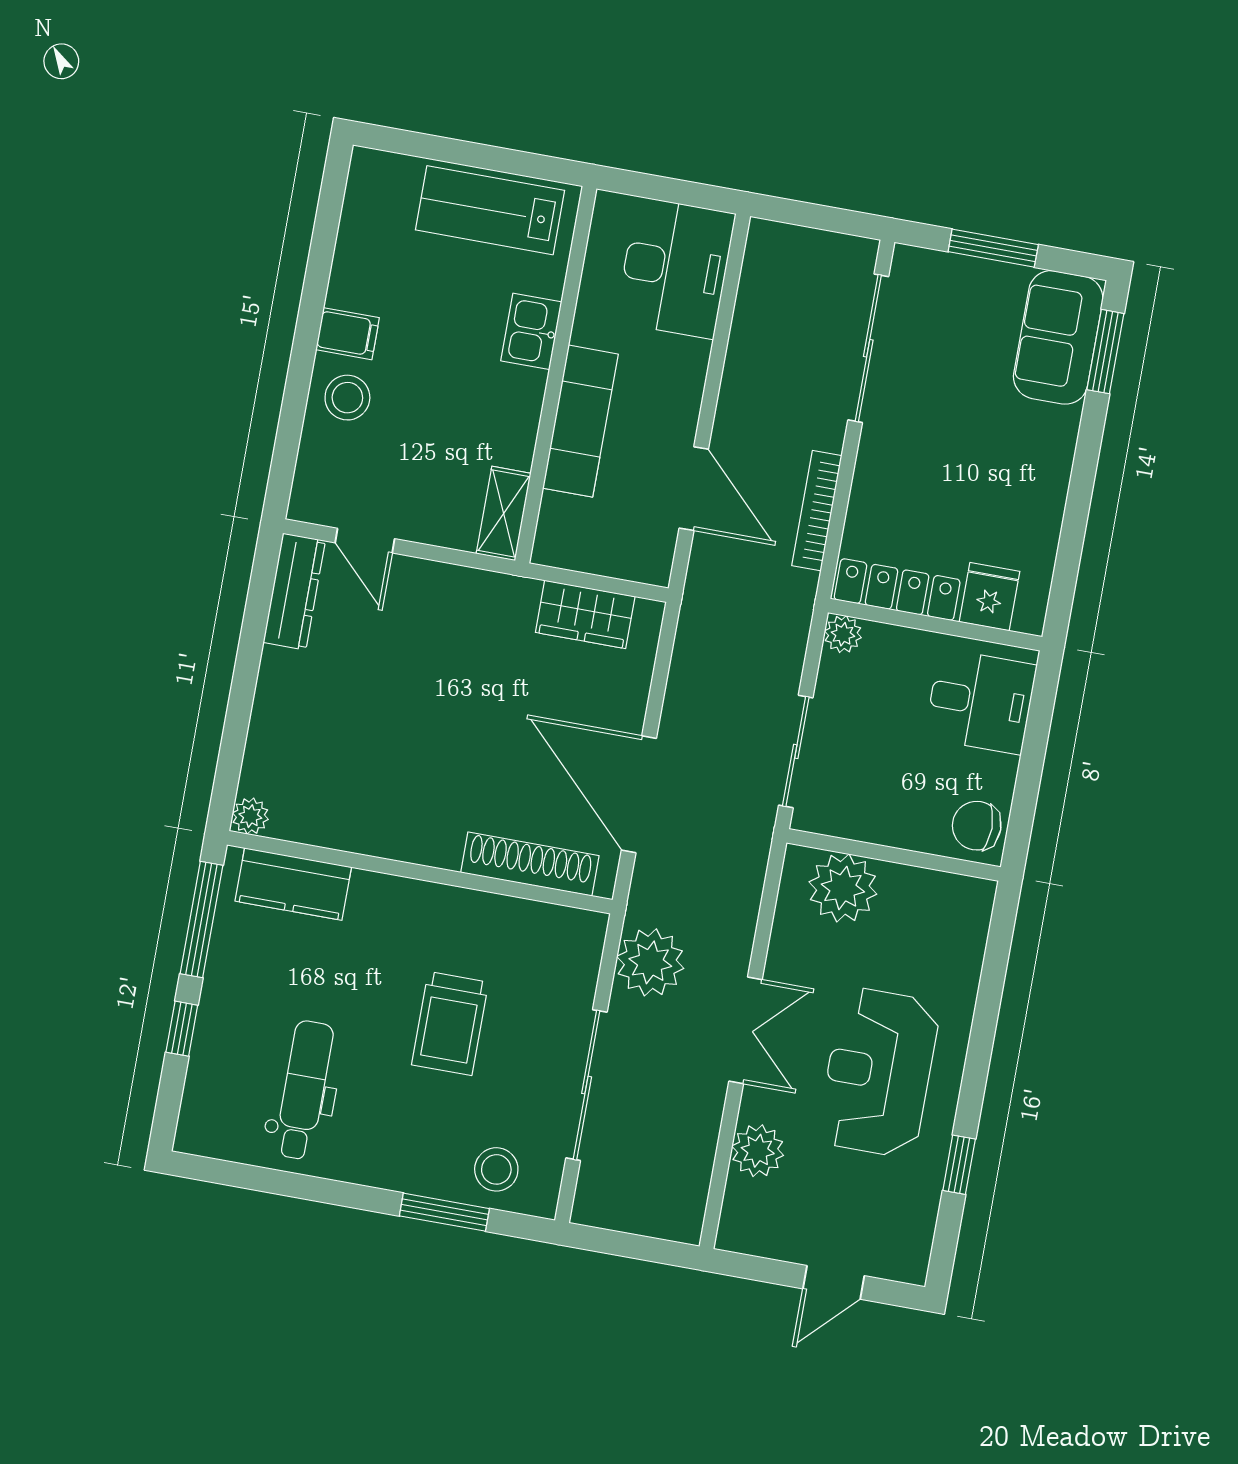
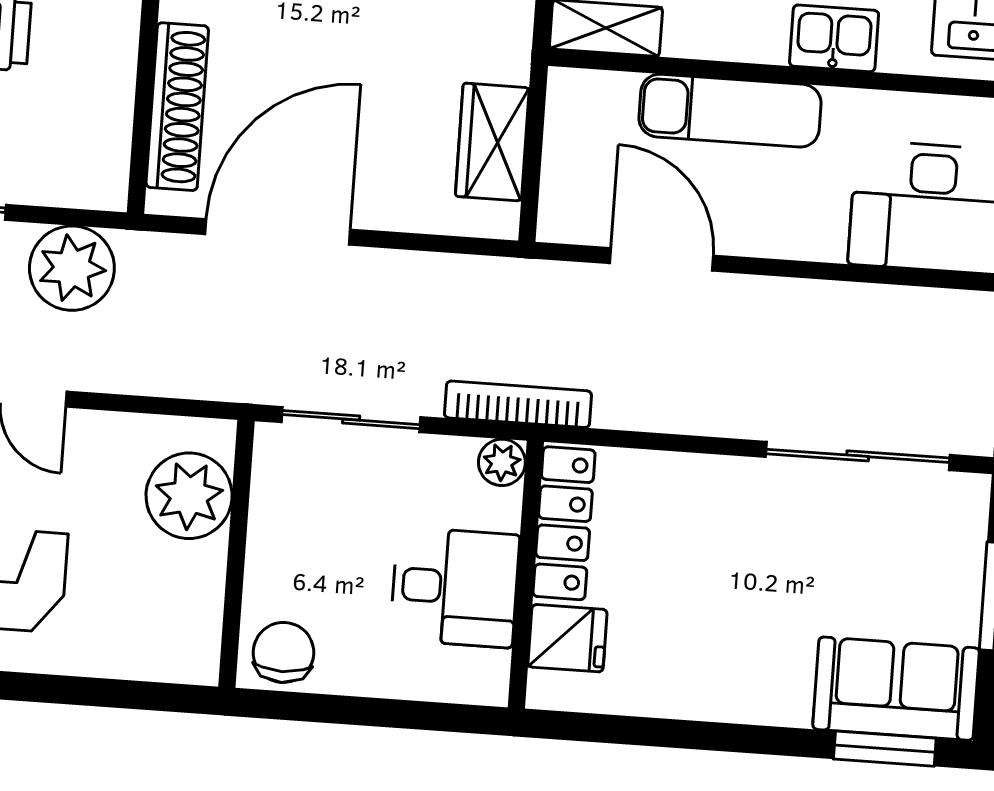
door: (694, 489) -> (662, 259), swing flipped
bookcase: (817, 511) -> (518, 404), moved
desk: (980, 701) -> (455, 587), moved, turned -90

